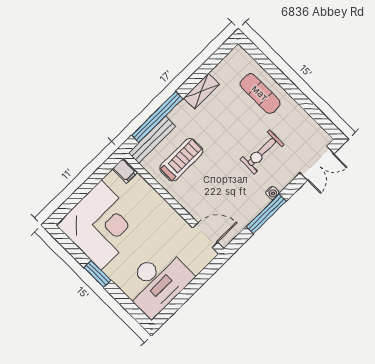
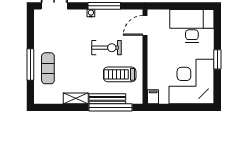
window: (282, 80) -> (30, 64), added
bench: (152, 140) -> (107, 99), moved
exercise bike: (262, 152) -> (107, 48), moved
door: (205, 235) -> (145, 25), hinge flipped

